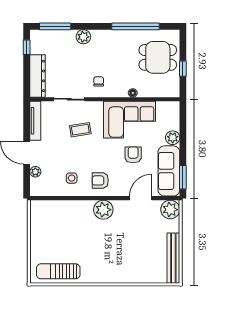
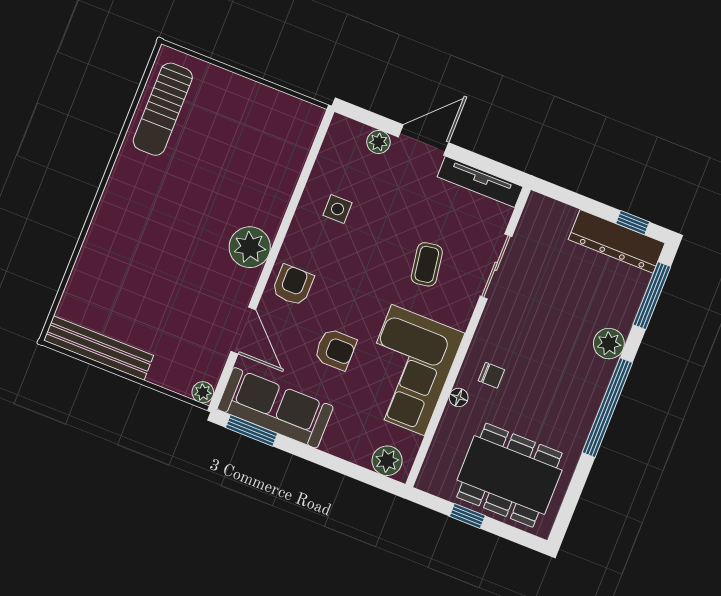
window: (135, 26) -> (607, 408), moved
dining table: (158, 57) -> (509, 475), width x1.38
dresser: (38, 76) -> (617, 241), moved
chair: (99, 81) -> (491, 375), moved
plant: (173, 138) -> (387, 461), moved
armchair: (100, 180) -> (293, 285), moved
plant: (170, 210) -> (203, 392), width x0.53, depth x0.53
sun lounger: (58, 271) -> (163, 109), turned 180

